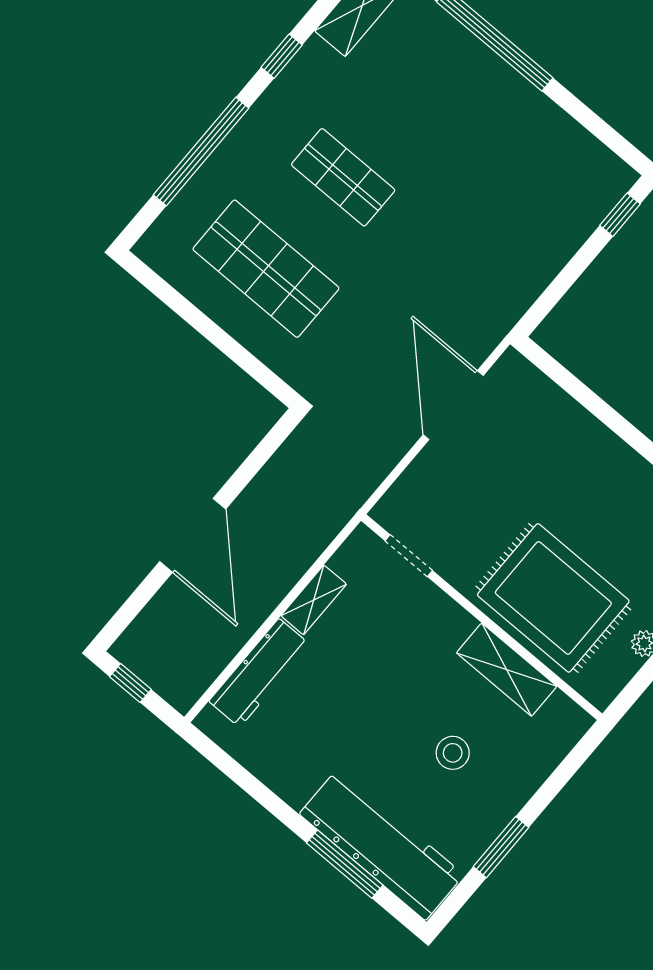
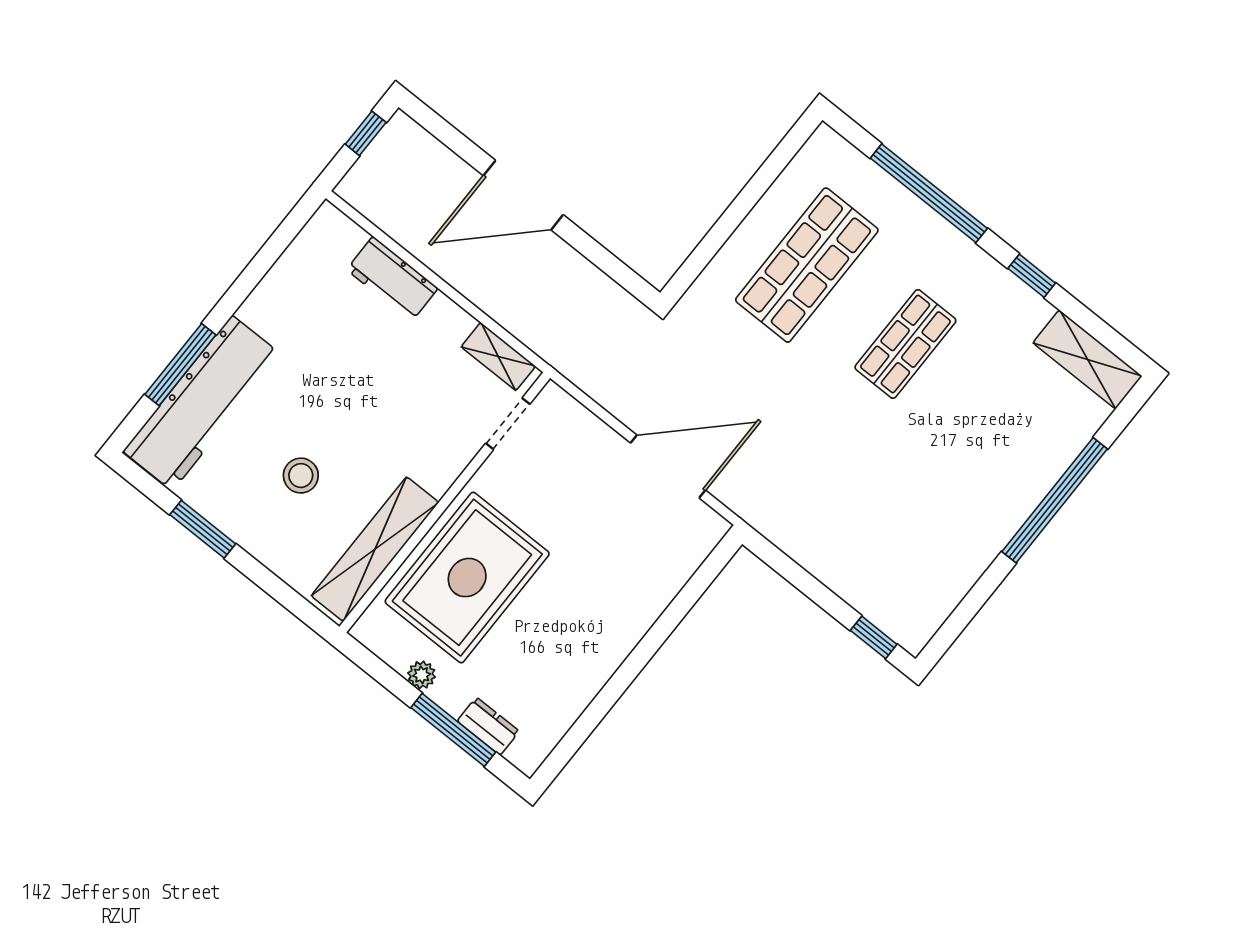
shelving: (314, 600) -> (498, 356), moved
shelving: (507, 670) -> (375, 549), width x1.47
workbench: (259, 673) -> (392, 279), width x0.73

